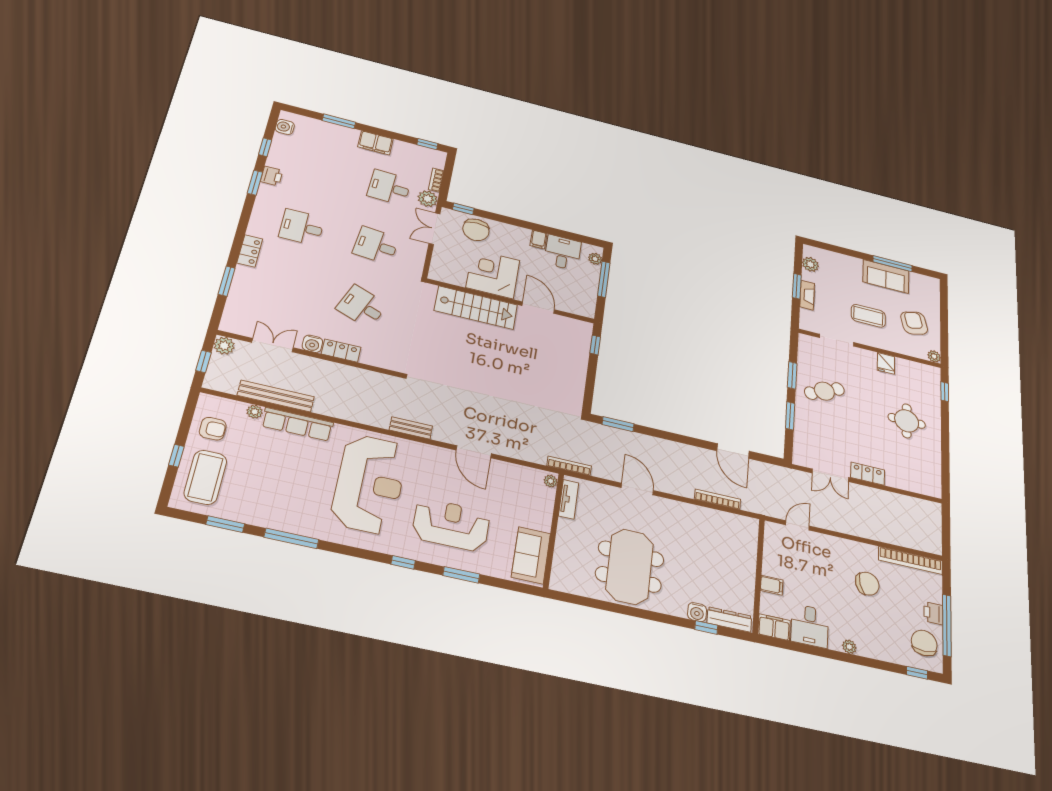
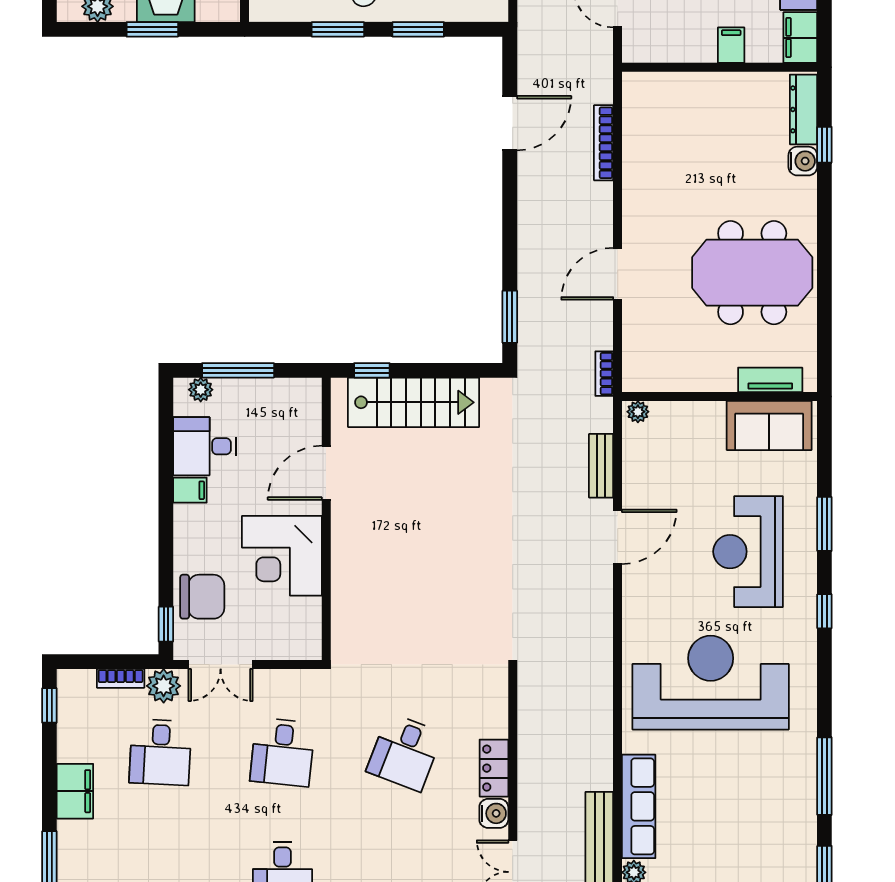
stairs: (476, 308) -> (414, 402), moved, turned 90
bench: (411, 428) -> (601, 466), moved
bookcase: (569, 466) -> (604, 374), width x0.64
tv unit: (569, 499) -> (770, 380), moved

